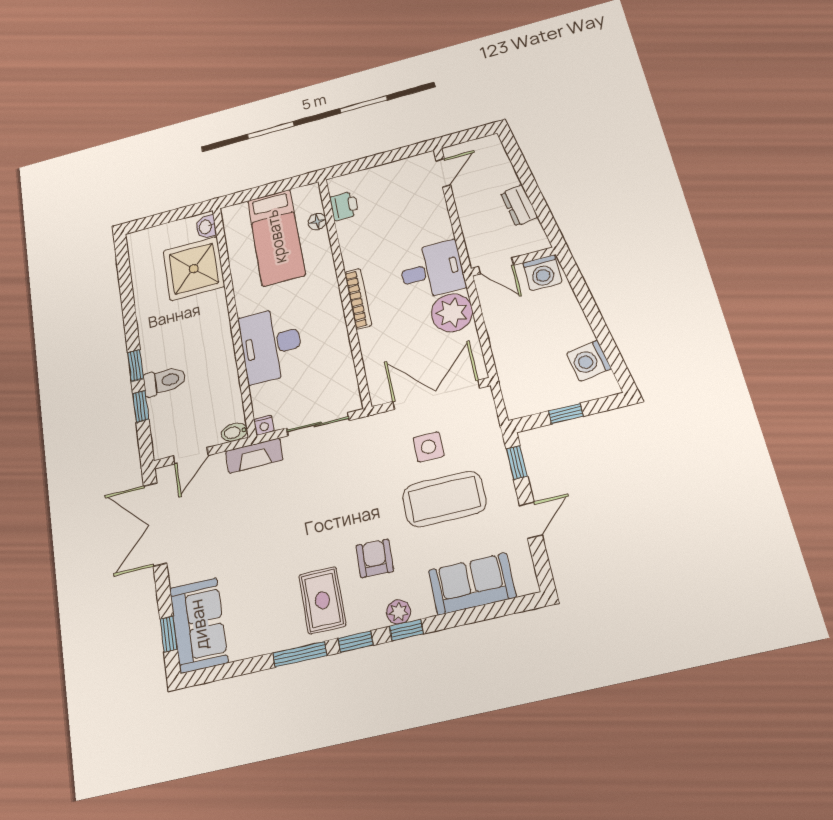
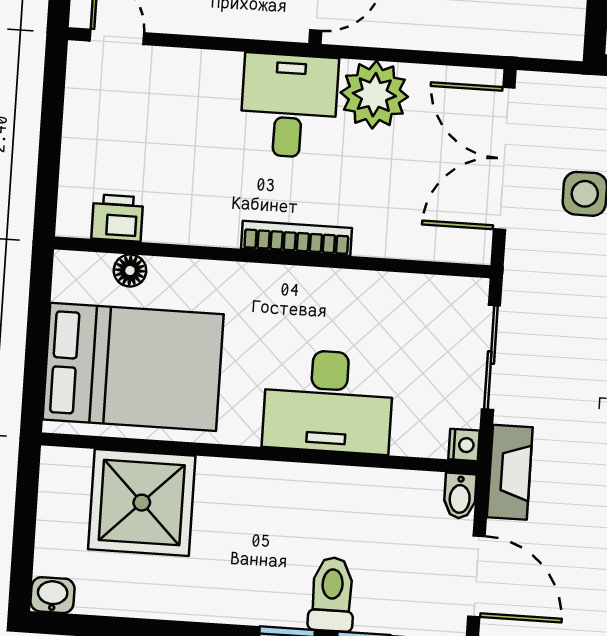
washbasin: (206, 227) -> (53, 595), moved, turned 180
bed: (276, 237) -> (133, 367), width x1.50
door: (191, 456) -> (476, 576), width x1.37

